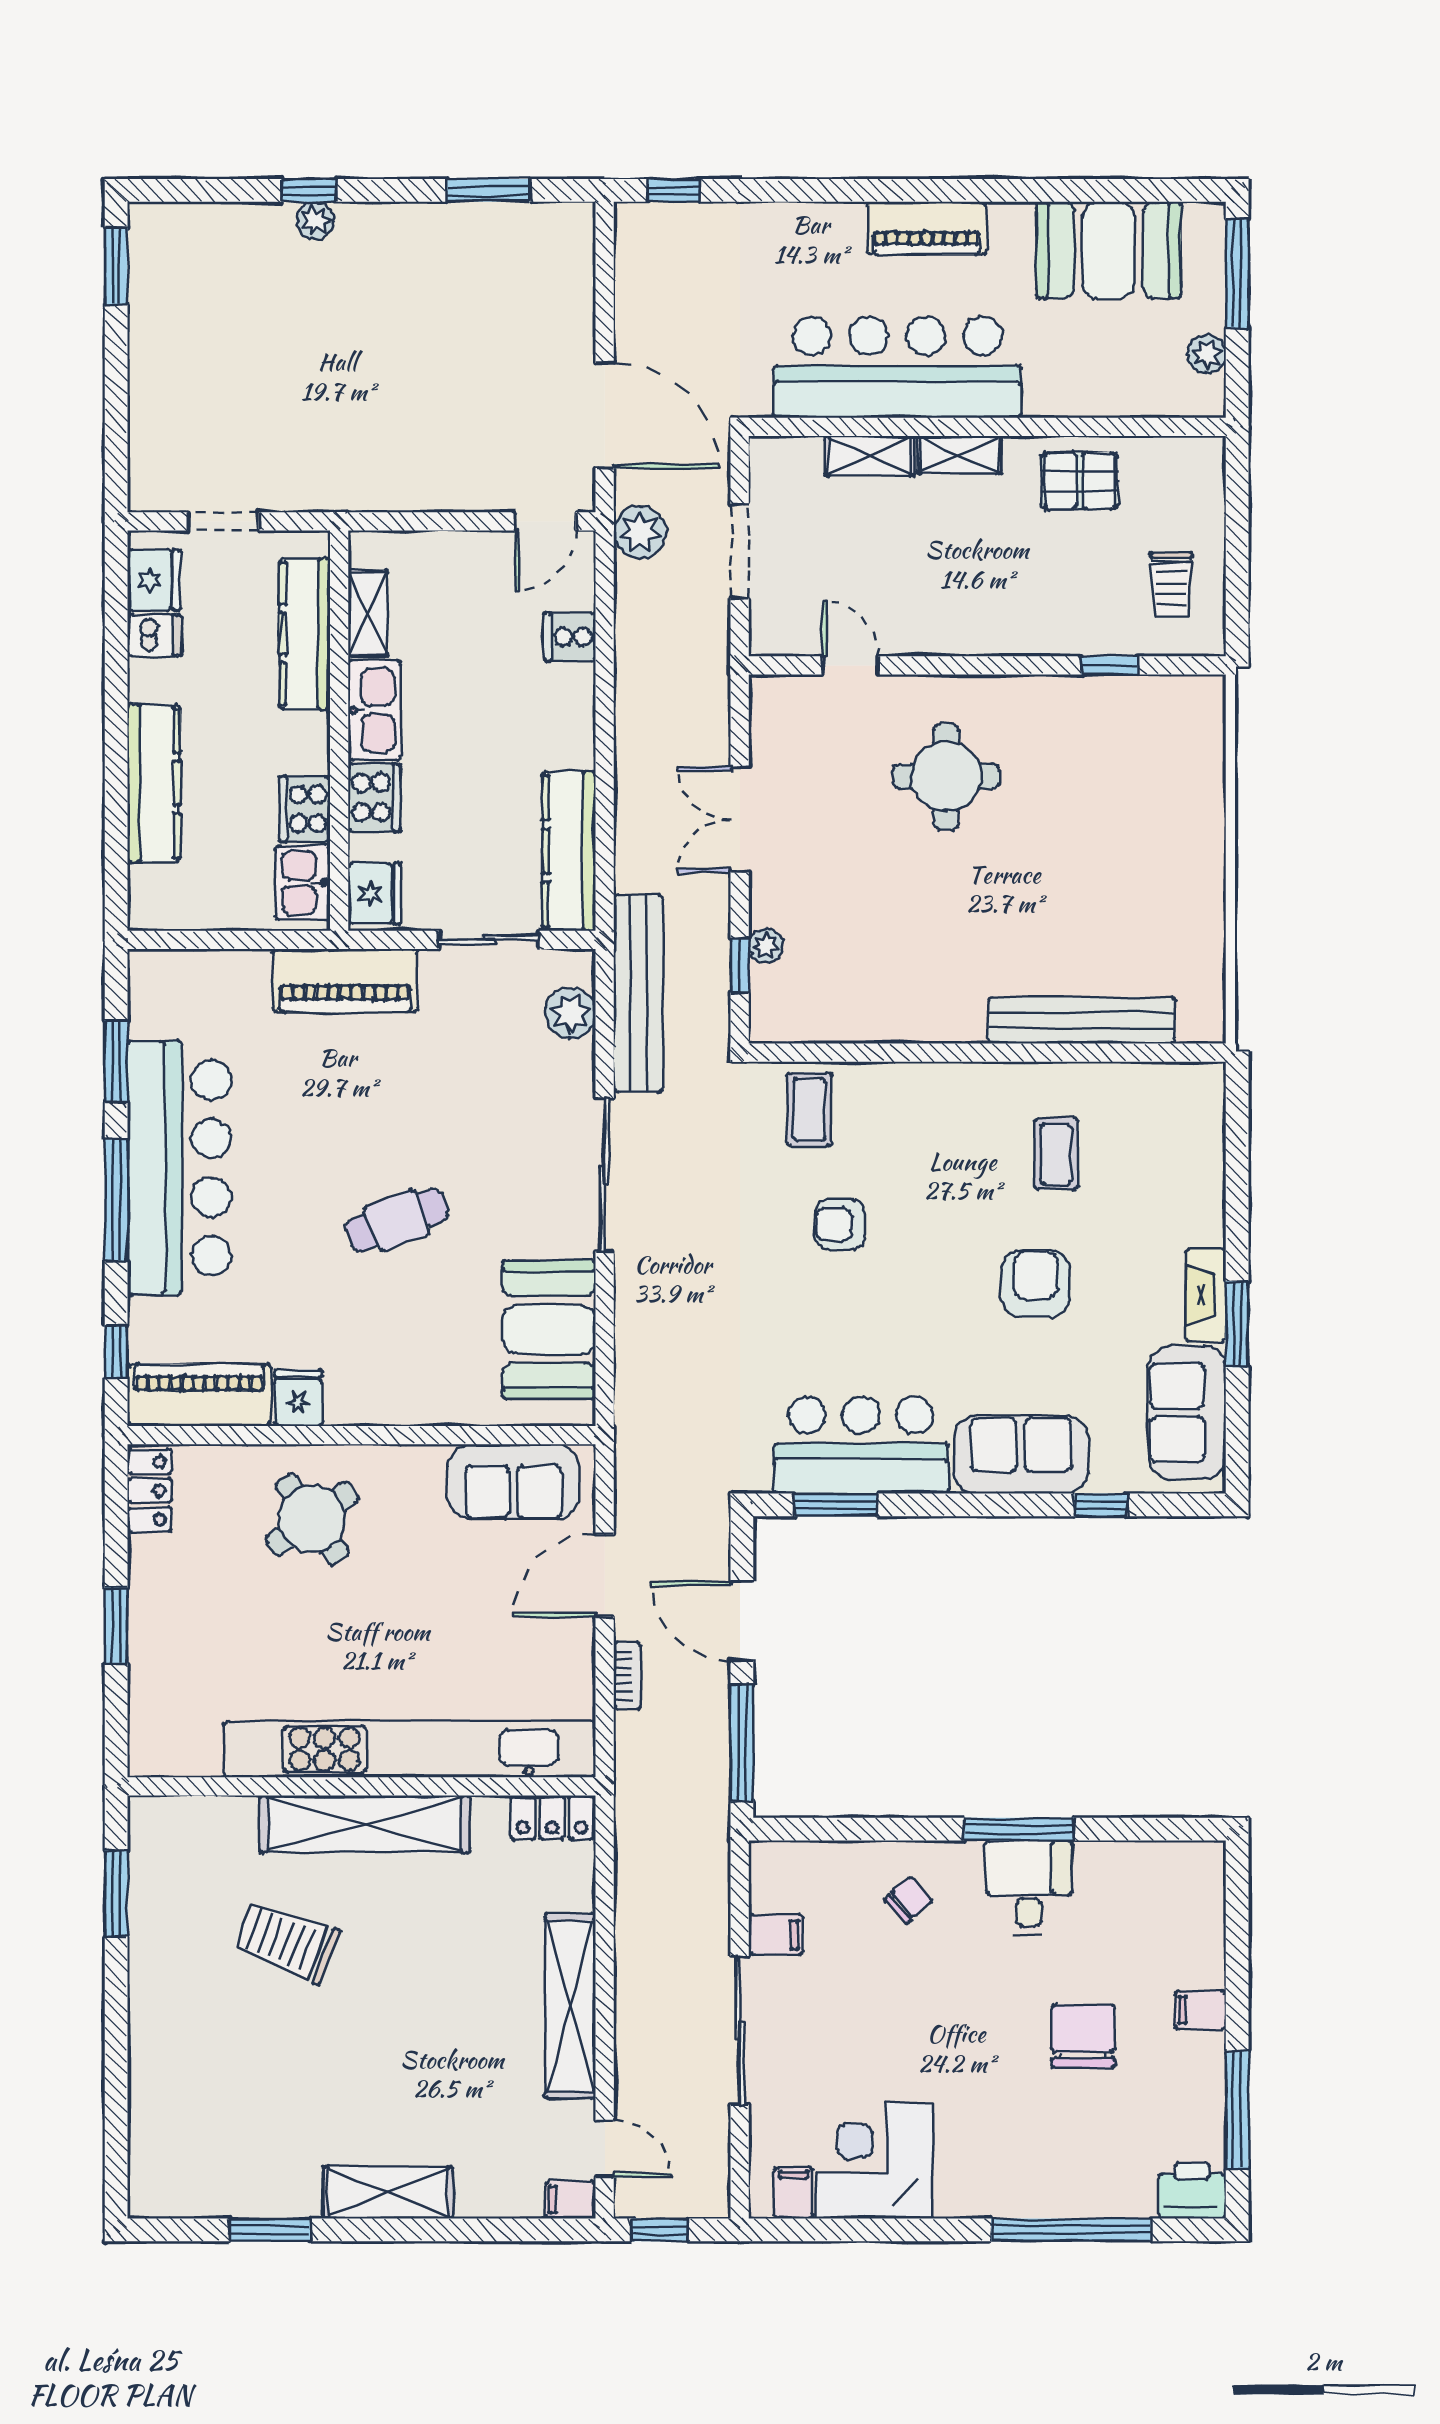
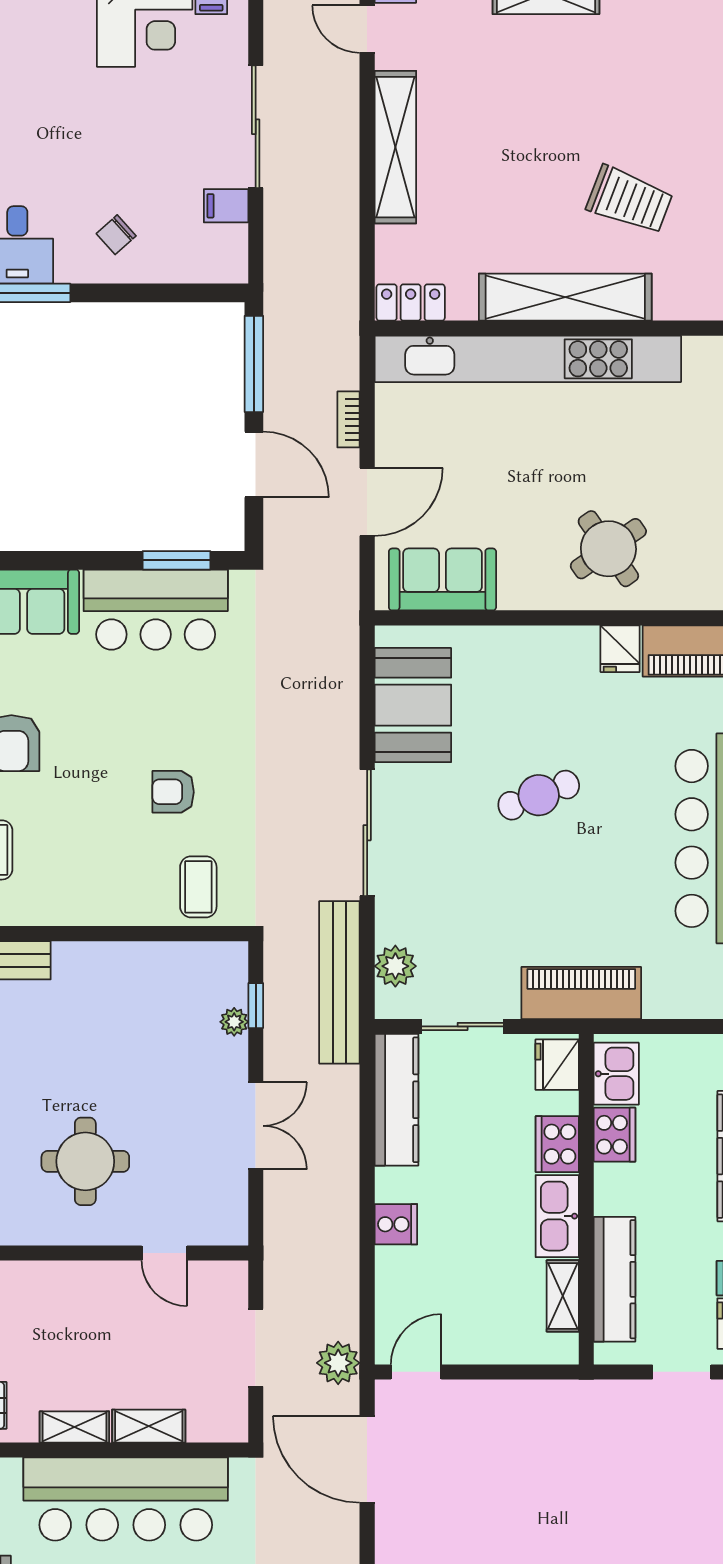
cooker: (570, 637) -> (396, 1224), moved
armchair: (840, 1224) -> (173, 792), turned 180

